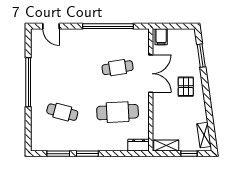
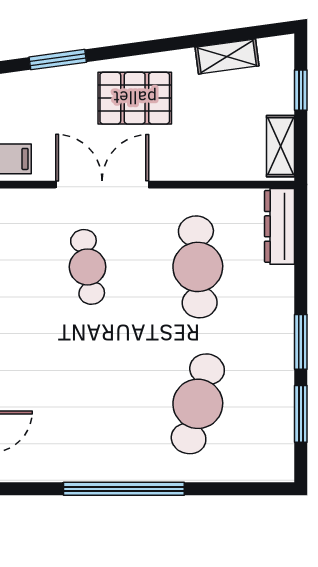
pallet: (186, 87) -> (135, 98), width x1.50, depth x1.42
cafe table: (62, 112) -> (198, 404), width x1.37, depth x1.35
shelving: (204, 135) -> (227, 57), moved
dresser: (139, 145) -> (280, 226), width x1.44

